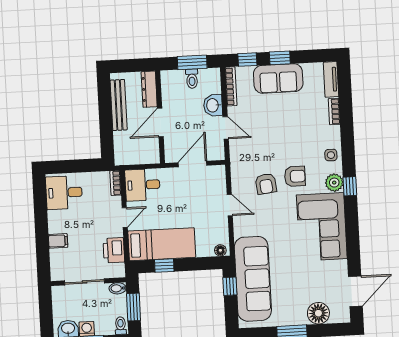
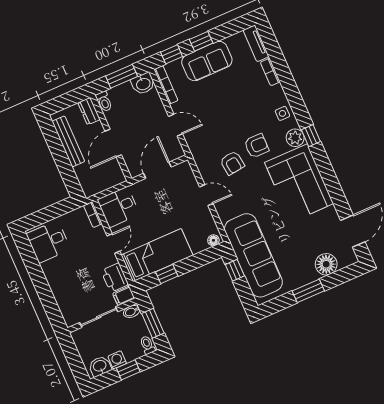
toilet: (192, 79) -> (104, 101), moved
dresser: (149, 89) -> (89, 111), width x0.70
washbasin: (213, 105) -> (143, 84), moved, turned -90
filing cabinet: (58, 241) -> (124, 296), moved, turned 180

